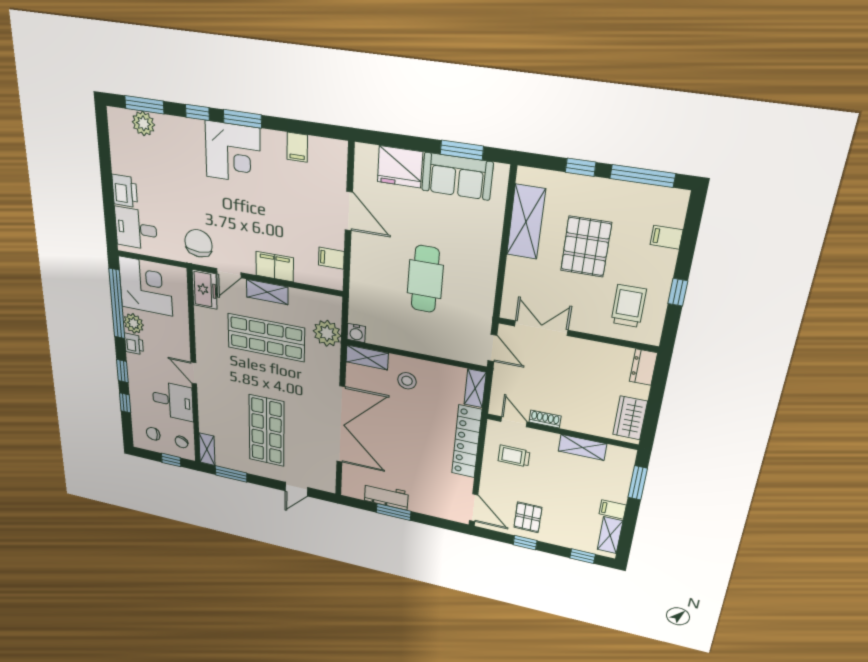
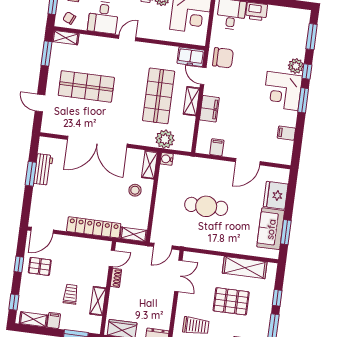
plant: (143, 123) -> (296, 66), moved
trolley: (514, 456) -> (71, 294), moved

